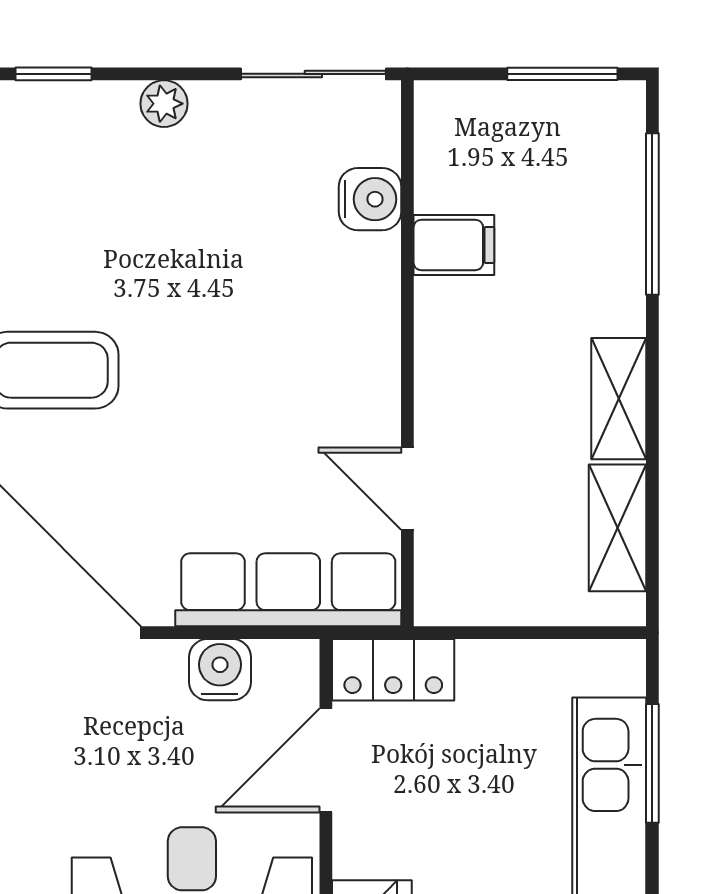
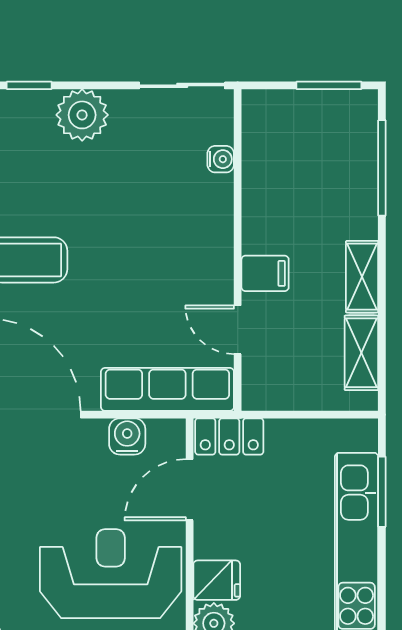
plant: (164, 104) -> (82, 115), width x1.88, depth x1.88
water cooler: (370, 199) -> (221, 159), width x0.72, depth x0.72
filing cabinet: (454, 245) -> (265, 273), moved

